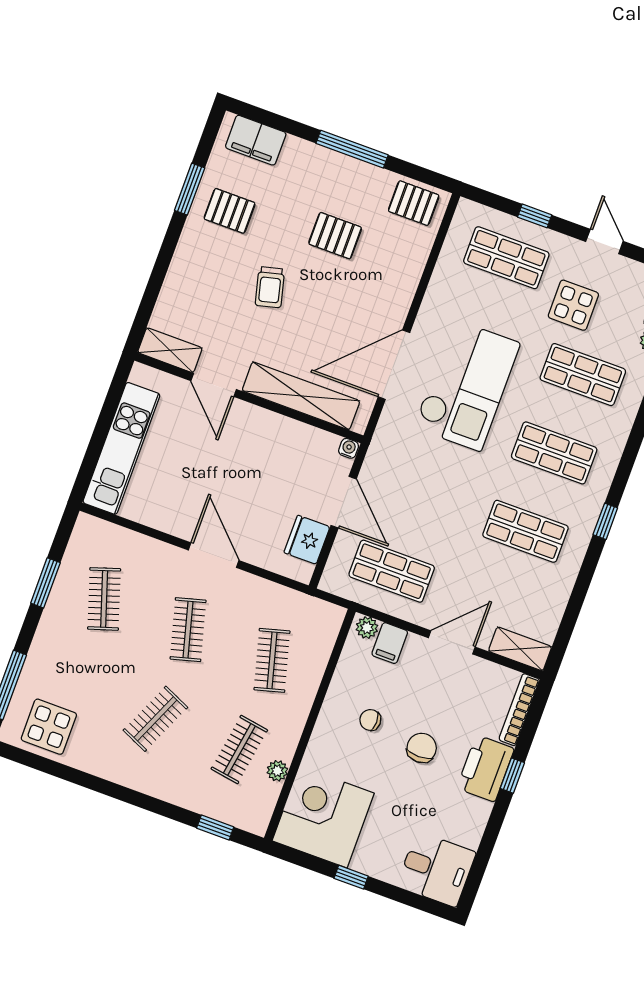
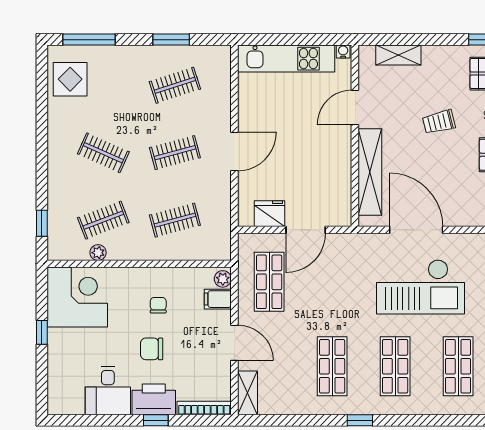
shelving: (170, 350) -> (398, 55), moved, turned 90
water cooler: (349, 448) -> (343, 52), moved, turned -90
chair: (422, 748) -> (152, 349), turned 180
clothes rail: (239, 750) -> (103, 220), turned -30
desk: (436, 869) -> (108, 391), moved

